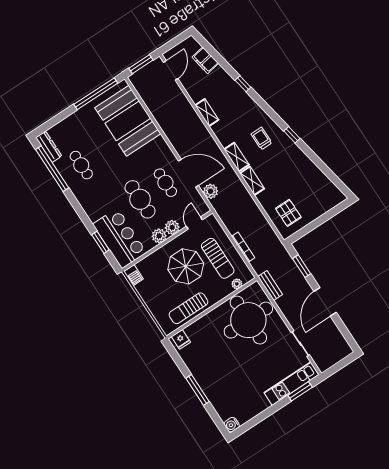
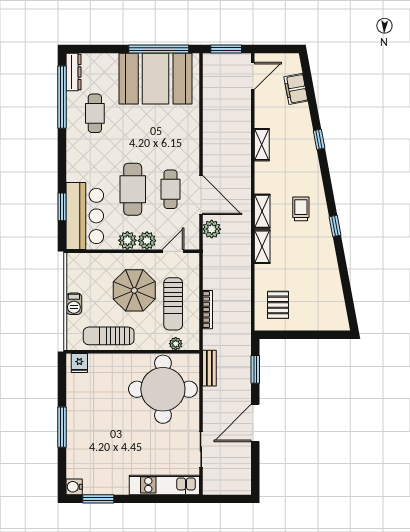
booth: (128, 121) -> (156, 79), moved, turned 90
barbecue: (133, 275) -> (74, 304), moved
window: (300, 391) -> (98, 499), moved

